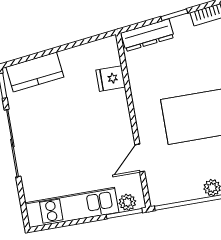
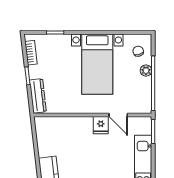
fridge: (111, 79) -> (101, 125), moved
plant: (127, 202) -> (146, 128), removed

